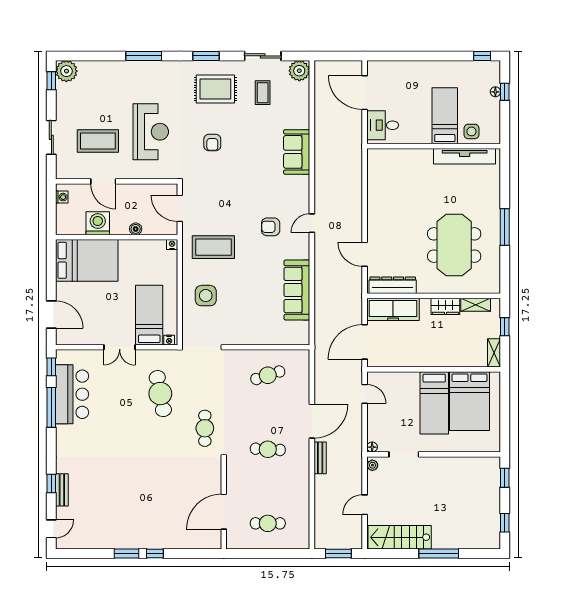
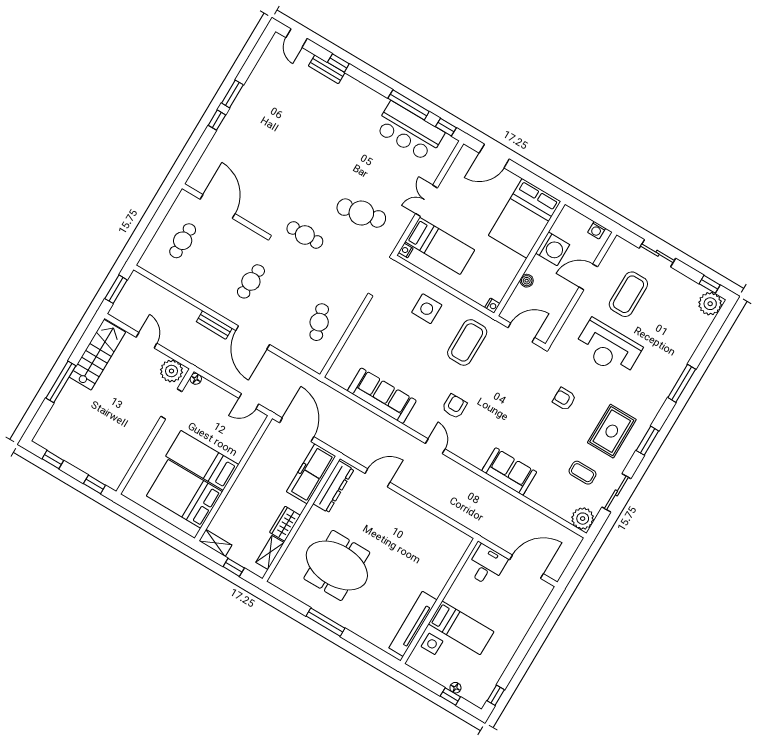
plant: (372, 465) -> (171, 371), width x1.87, depth x1.87

